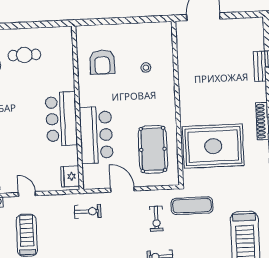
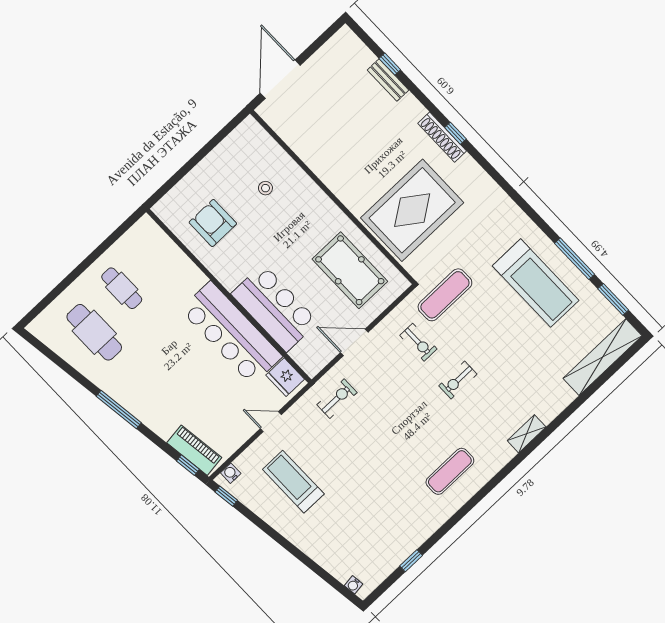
cafe table: (24, 55) -> (122, 288), turned 90
armchair: (102, 62) -> (213, 223), turned 180
bar counter: (61, 119) -> (231, 333), width x1.36
door: (27, 194) -> (271, 422), moved

